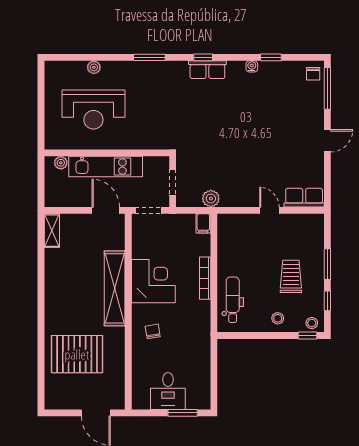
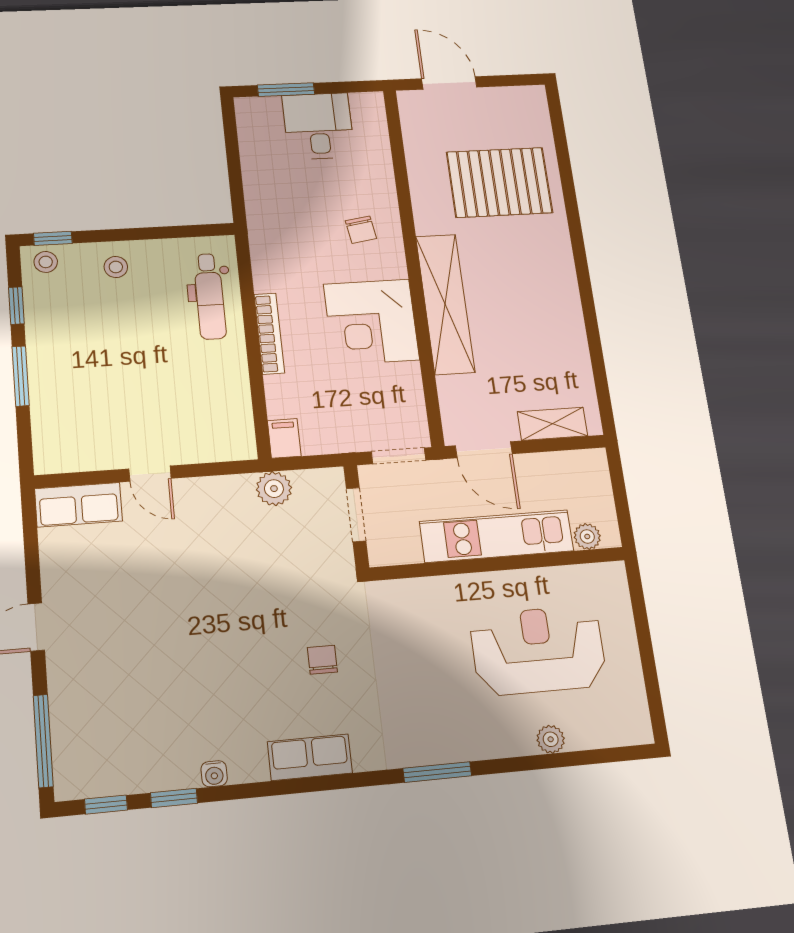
window: (203, 57) -> (106, 805), moved
chair: (313, 74) -> (322, 660), moved
shelving: (52, 231) -> (552, 424), moved, turned 90
trolley: (291, 276) -> (95, 348), removed

